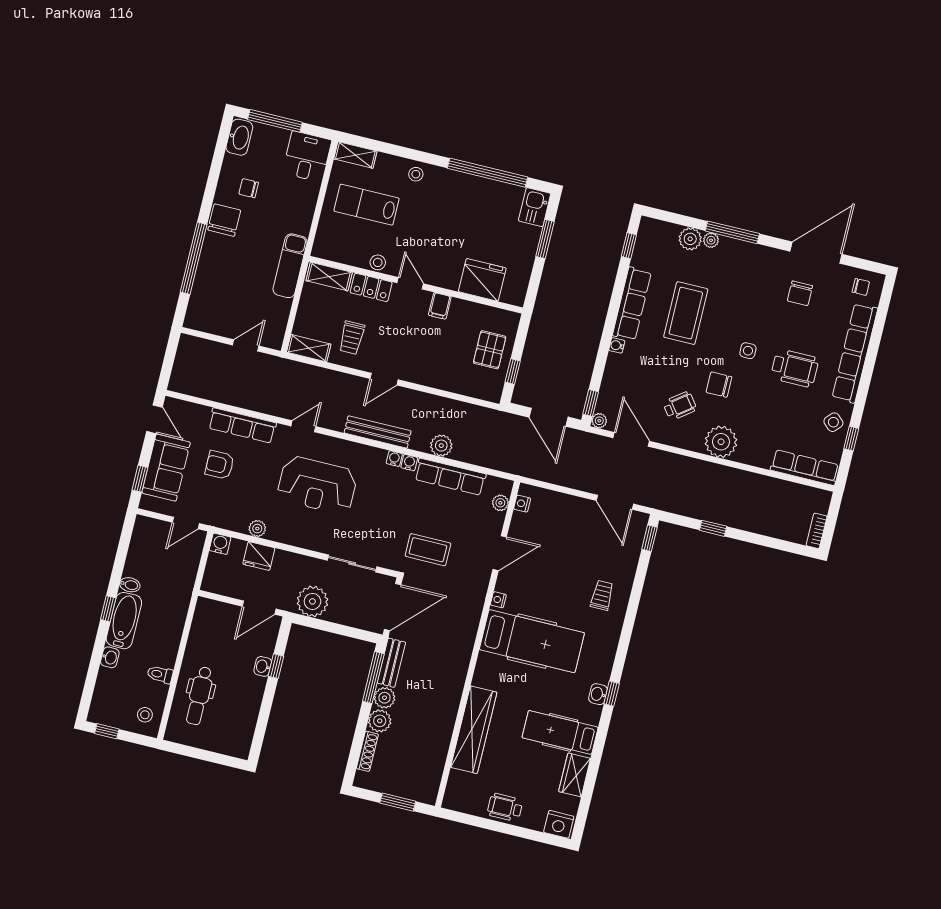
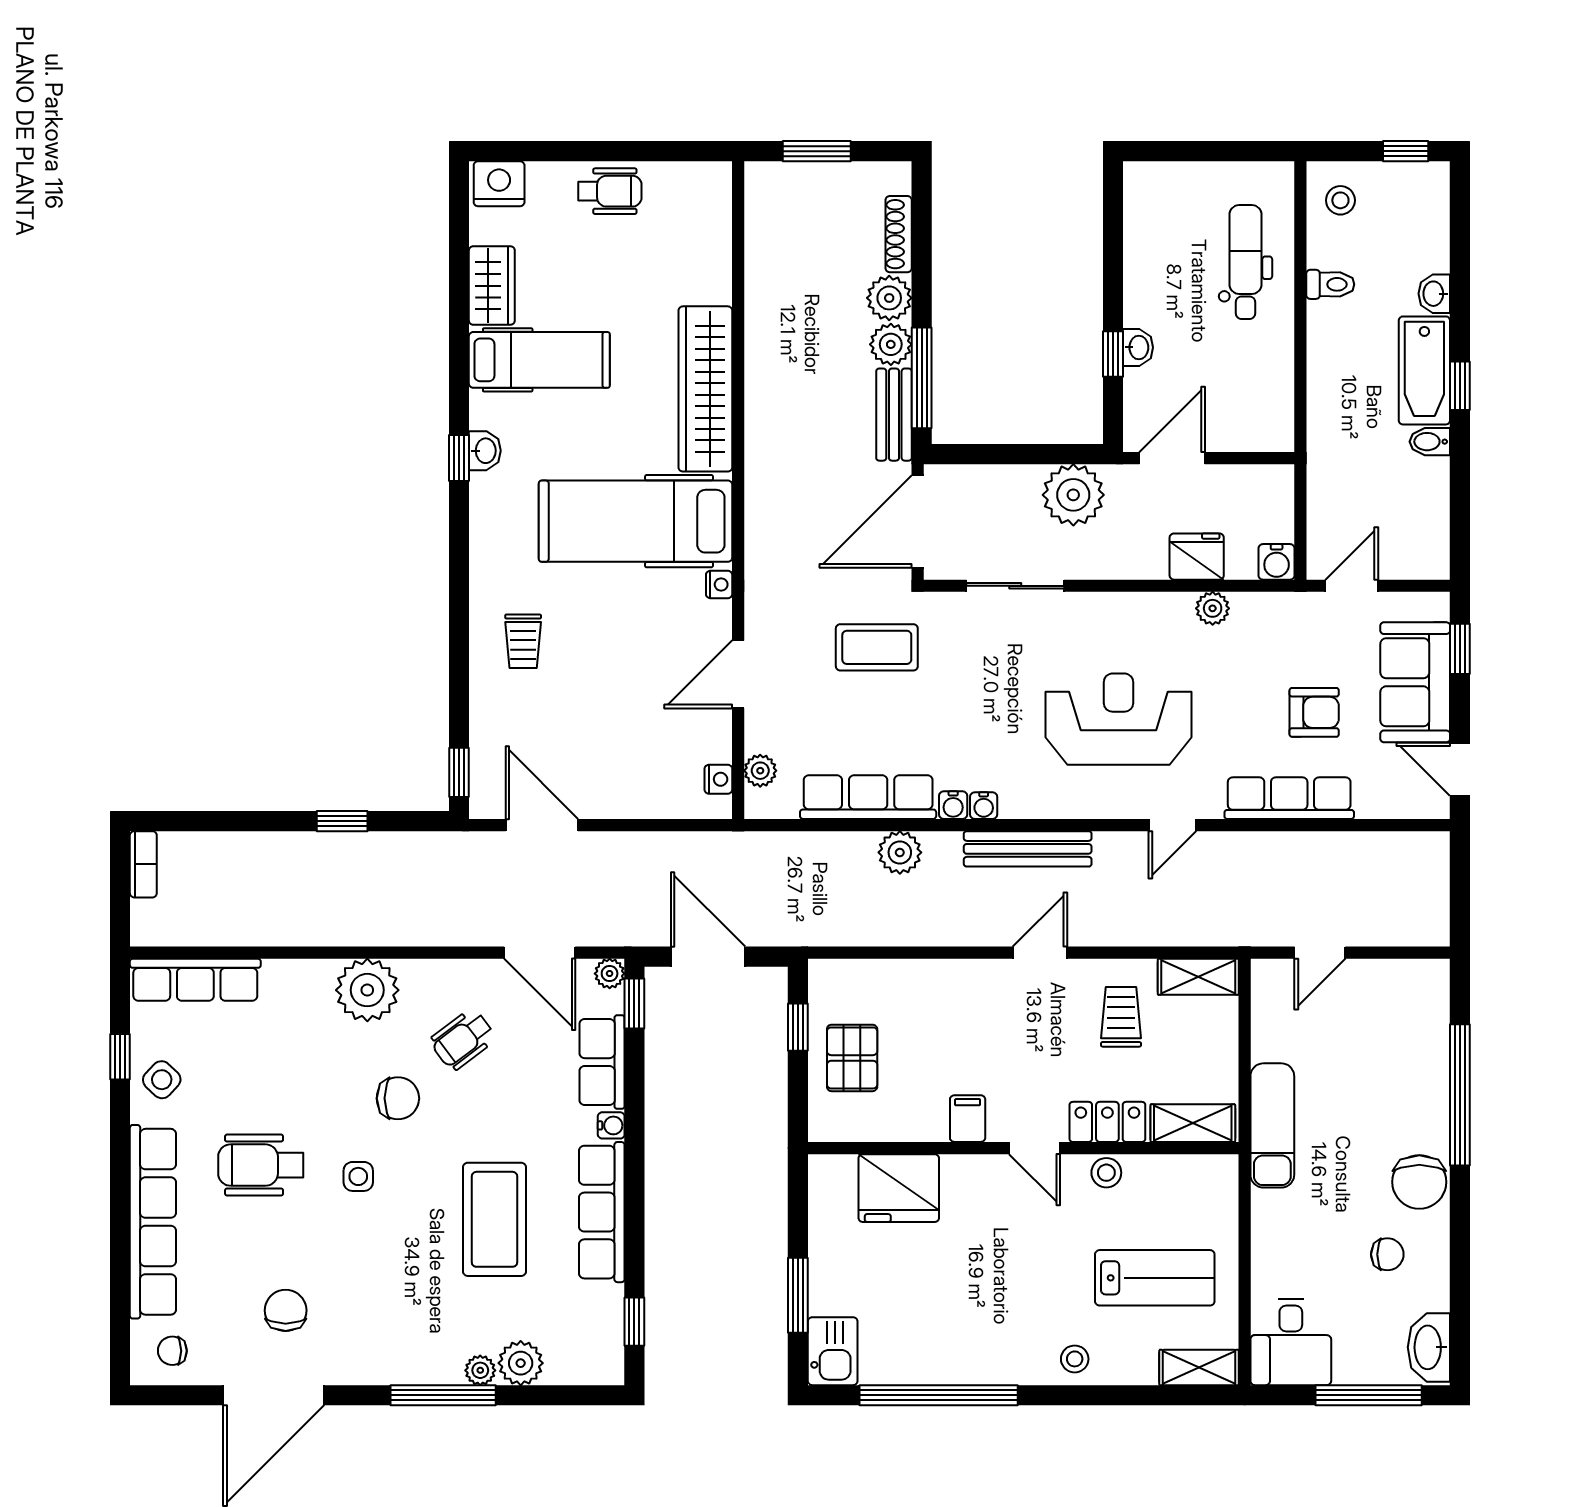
row of seats: (614, 378) -> (602, 1062), added
wardrobe: (474, 730) -> (705, 389), moved

